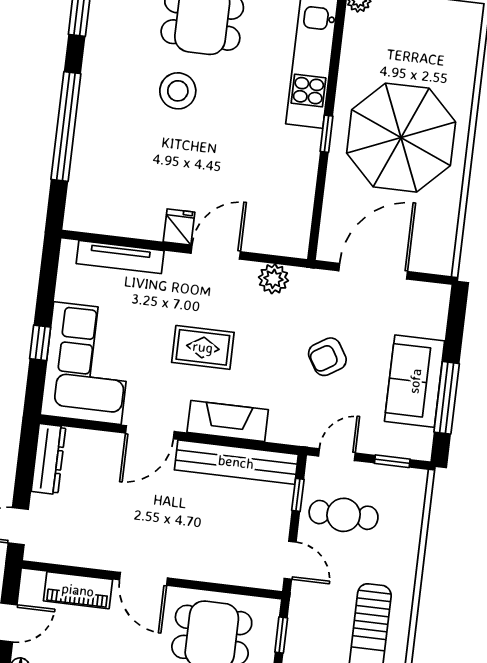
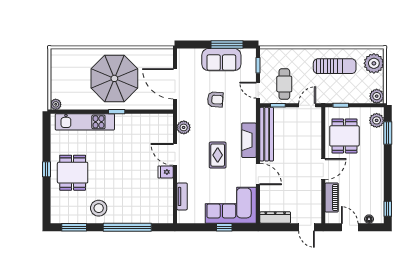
stool: (178, 91) -> (99, 208), moved
tv unit: (120, 257) -> (182, 196), width x0.71
armchair: (327, 357) -> (215, 99), turned -54

